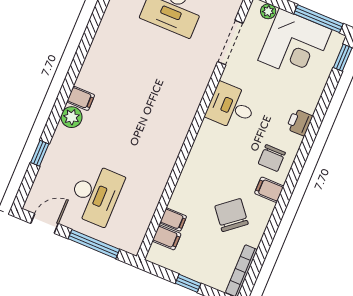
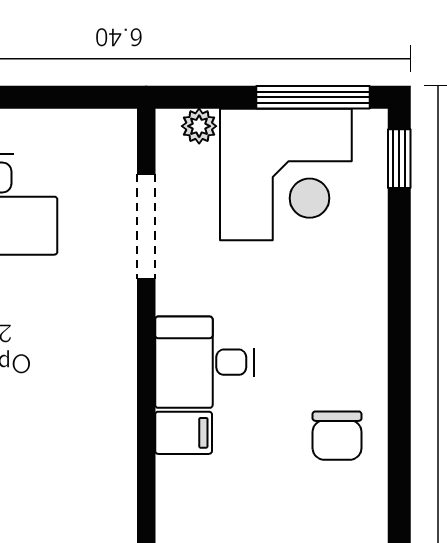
printer: (299, 122) -> (364, 335), removed
filing cabinet: (269, 190) -> (184, 433), moved, turned 180

